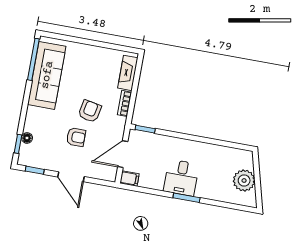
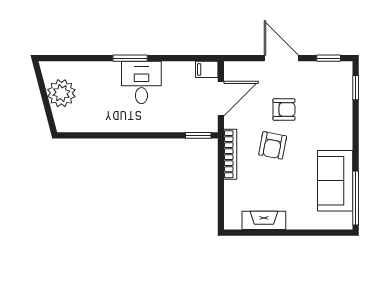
fireplace: (128, 73) -> (264, 220), moved, turned -90
sofa: (47, 75) -> (335, 181), width x0.73
bookcase: (125, 103) -> (230, 154), width x1.56
armchair: (76, 137) -> (284, 109), turned 180
floor lamp: (27, 138) -> (346, 97), removed

